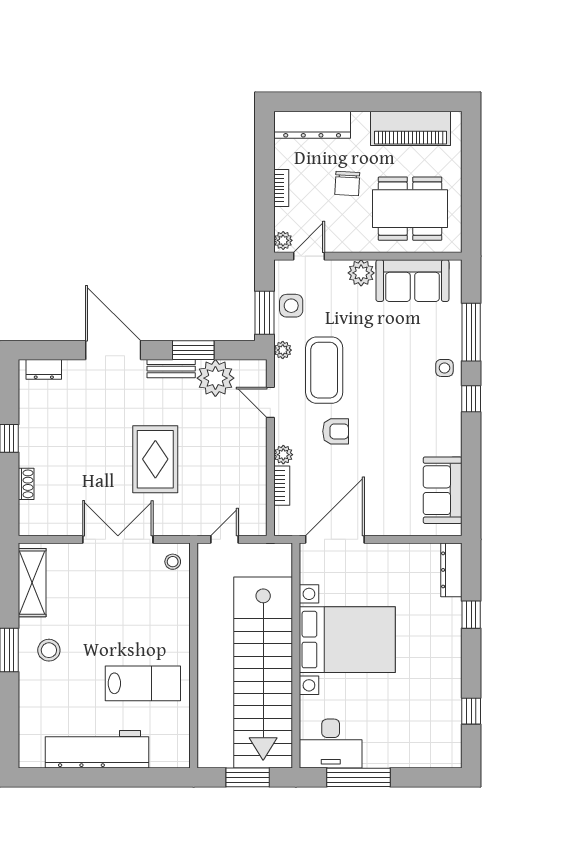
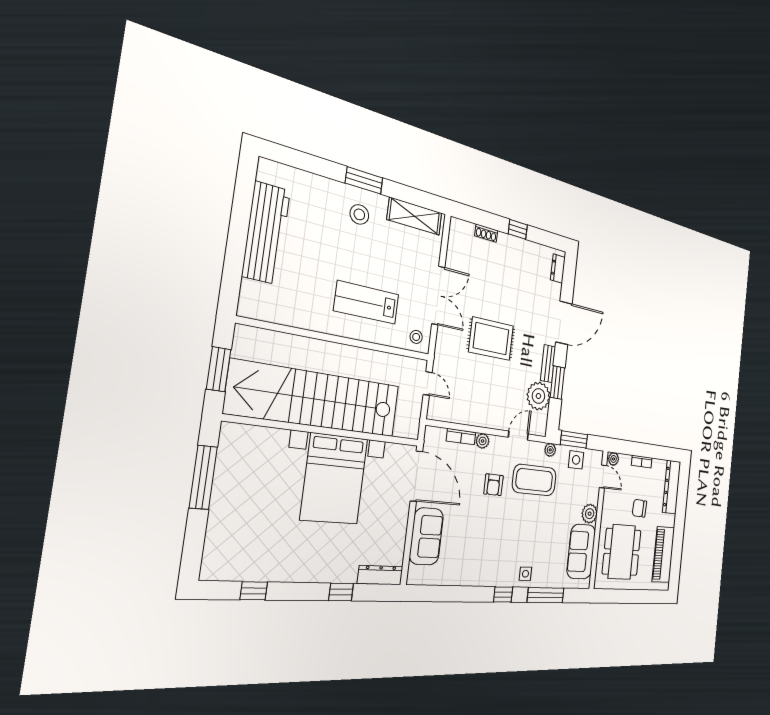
sofa: (443, 490) -> (426, 536), moved, turned 90
lab bench: (143, 683) -> (367, 303), moved, turned 90
desk: (331, 744) -> (241, 454), removed

